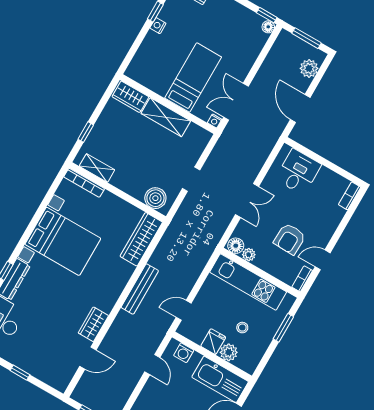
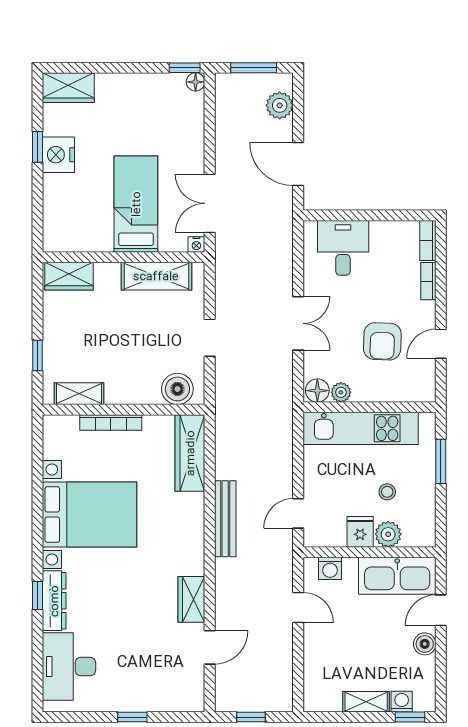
nightstand: (158, 26) -> (58, 155), width x1.89, depth x1.79
shelving: (166, 117) -> (156, 276), moved
bookcase: (84, 183) -> (111, 422), moved
bookcase: (302, 279) -> (428, 281), moved

